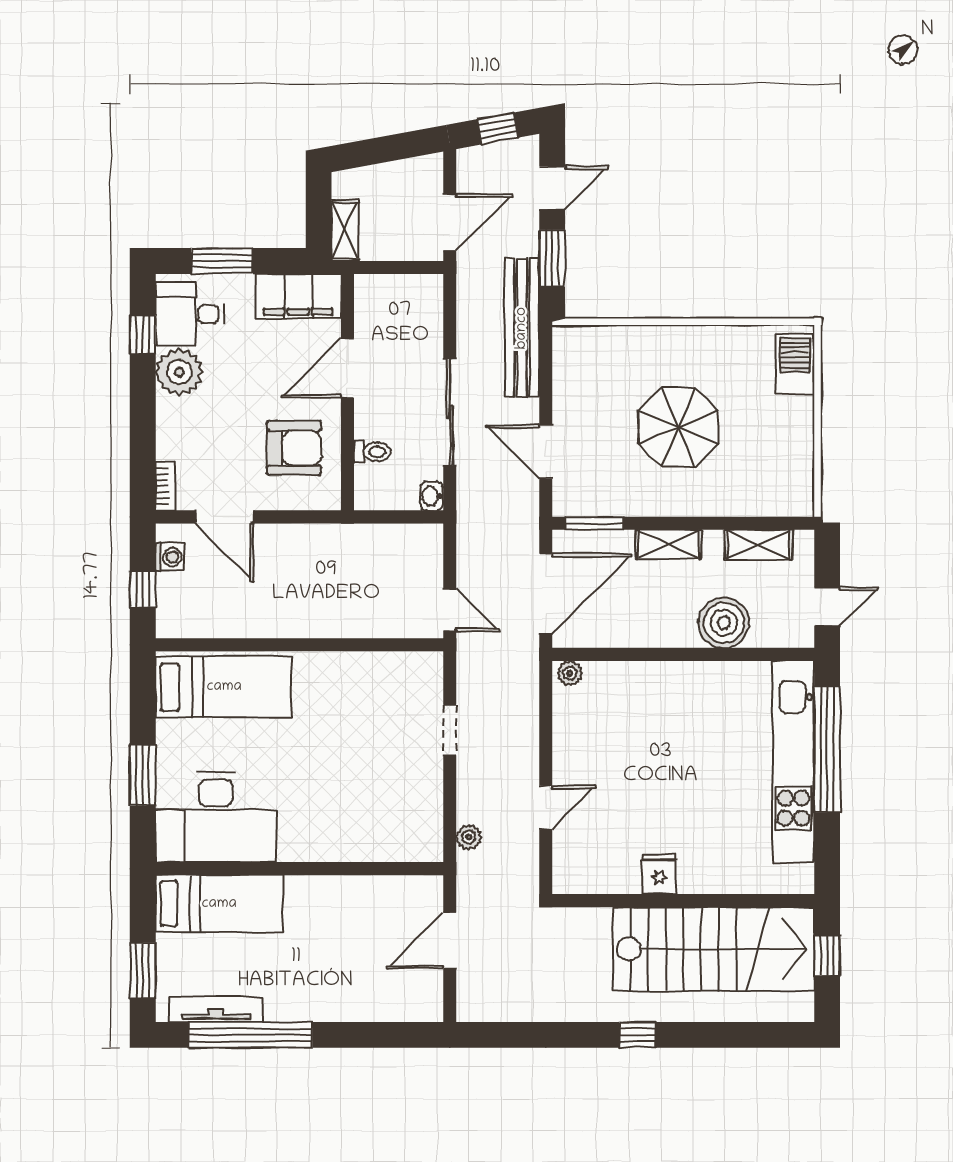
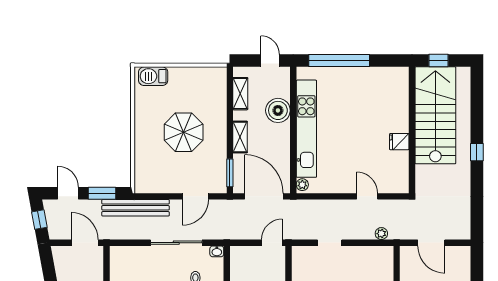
kitchen unit: (793, 762) -> (306, 129), moved, turned -90

